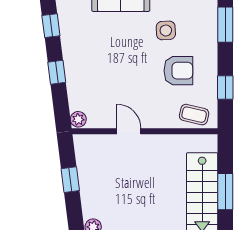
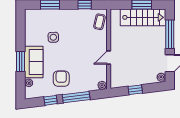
armchair: (178, 71) -> (61, 79), moved
window: (57, 72) -> (76, 97), width x2.17

